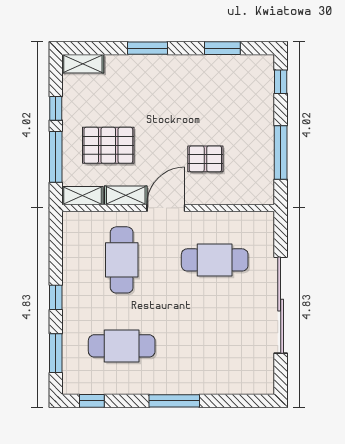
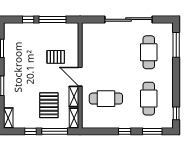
window: (281, 82) -> (28, 19), moved
pallet: (205, 159) -> (56, 57), turned 90
cafe table: (215, 260) -> (149, 52), moved
window: (174, 401) -> (176, 45), moved

